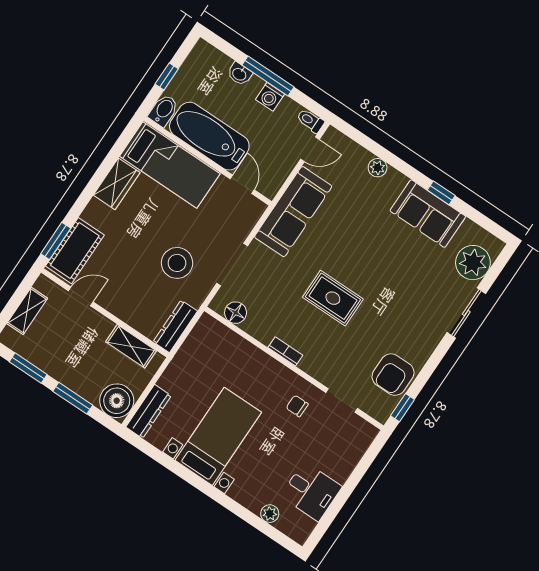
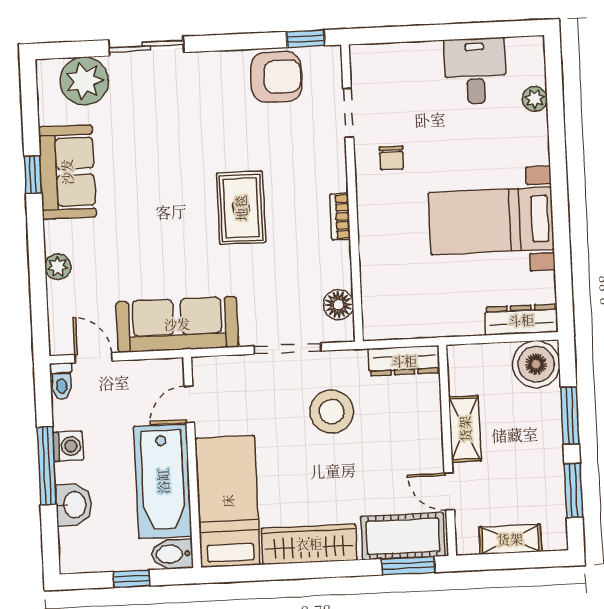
washbasin: (240, 74) -> (74, 505), width x1.38, depth x1.45
wardrobe: (117, 184) -> (309, 544), width x1.50
shelving: (131, 346) -> (465, 429), moved

